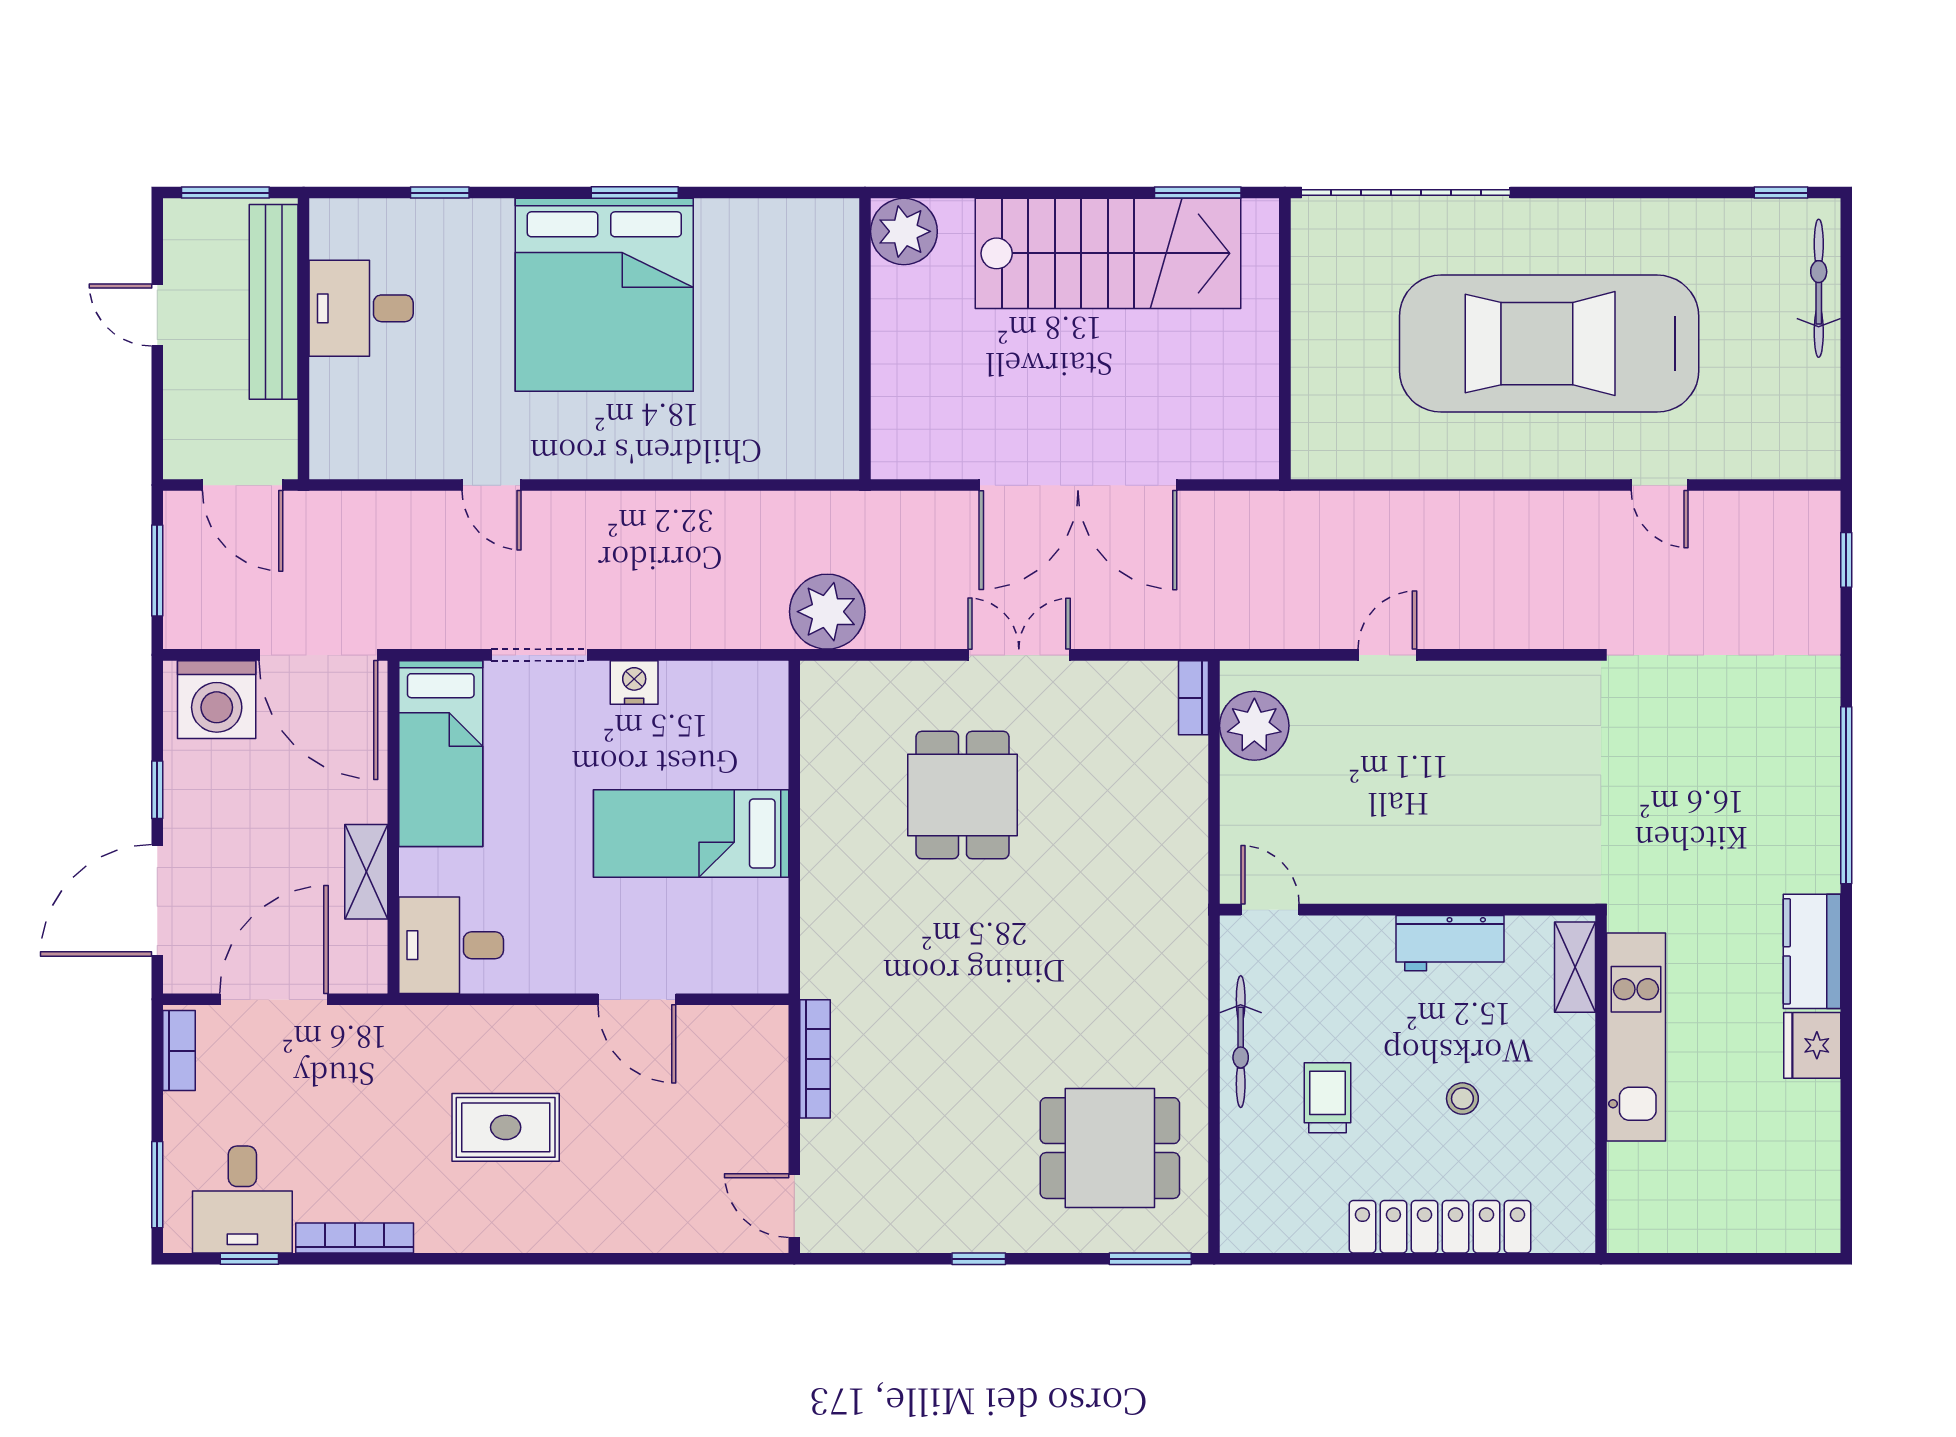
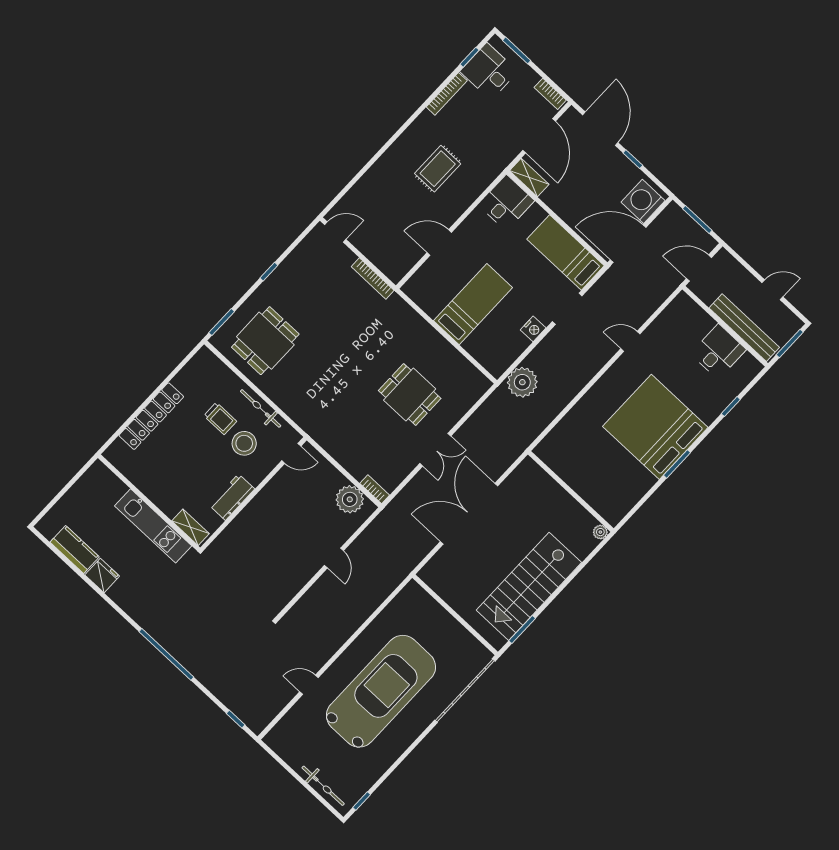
plant: (904, 231) -> (600, 532), width x0.53, depth x0.53
plant: (827, 612) -> (522, 382), moved
shelving: (366, 872) -> (529, 178), moved
kitchen counter: (1812, 951) -> (75, 550), moved
stool: (1462, 1099) -> (244, 443), moved, width x1.89, depth x1.89

